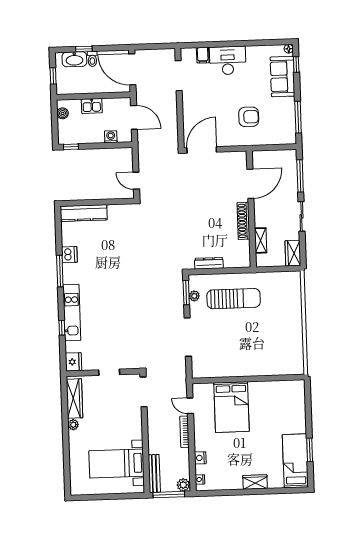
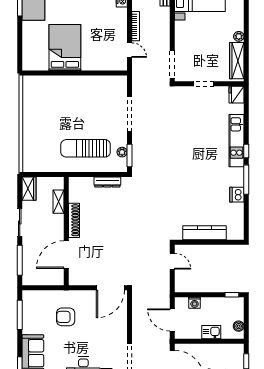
kitchen counter: (84, 213) -> (204, 233), moved
window: (62, 328) -> (246, 151), moved
bed: (232, 407) -> (65, 48), moved

